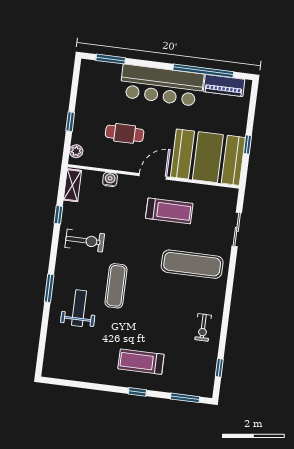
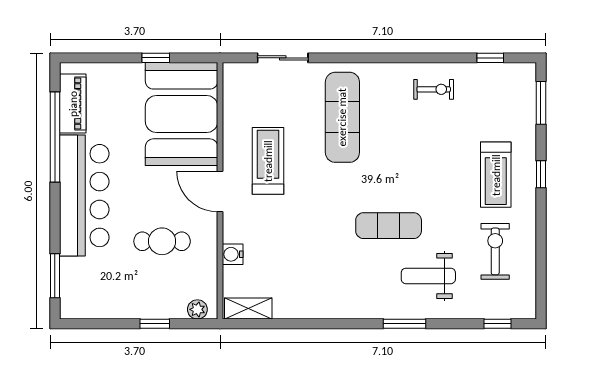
cafe table: (125, 133) -> (162, 241), turned 90
window: (58, 215) -> (498, 324), moved
exercise bike: (85, 241) -> (495, 251), moved

